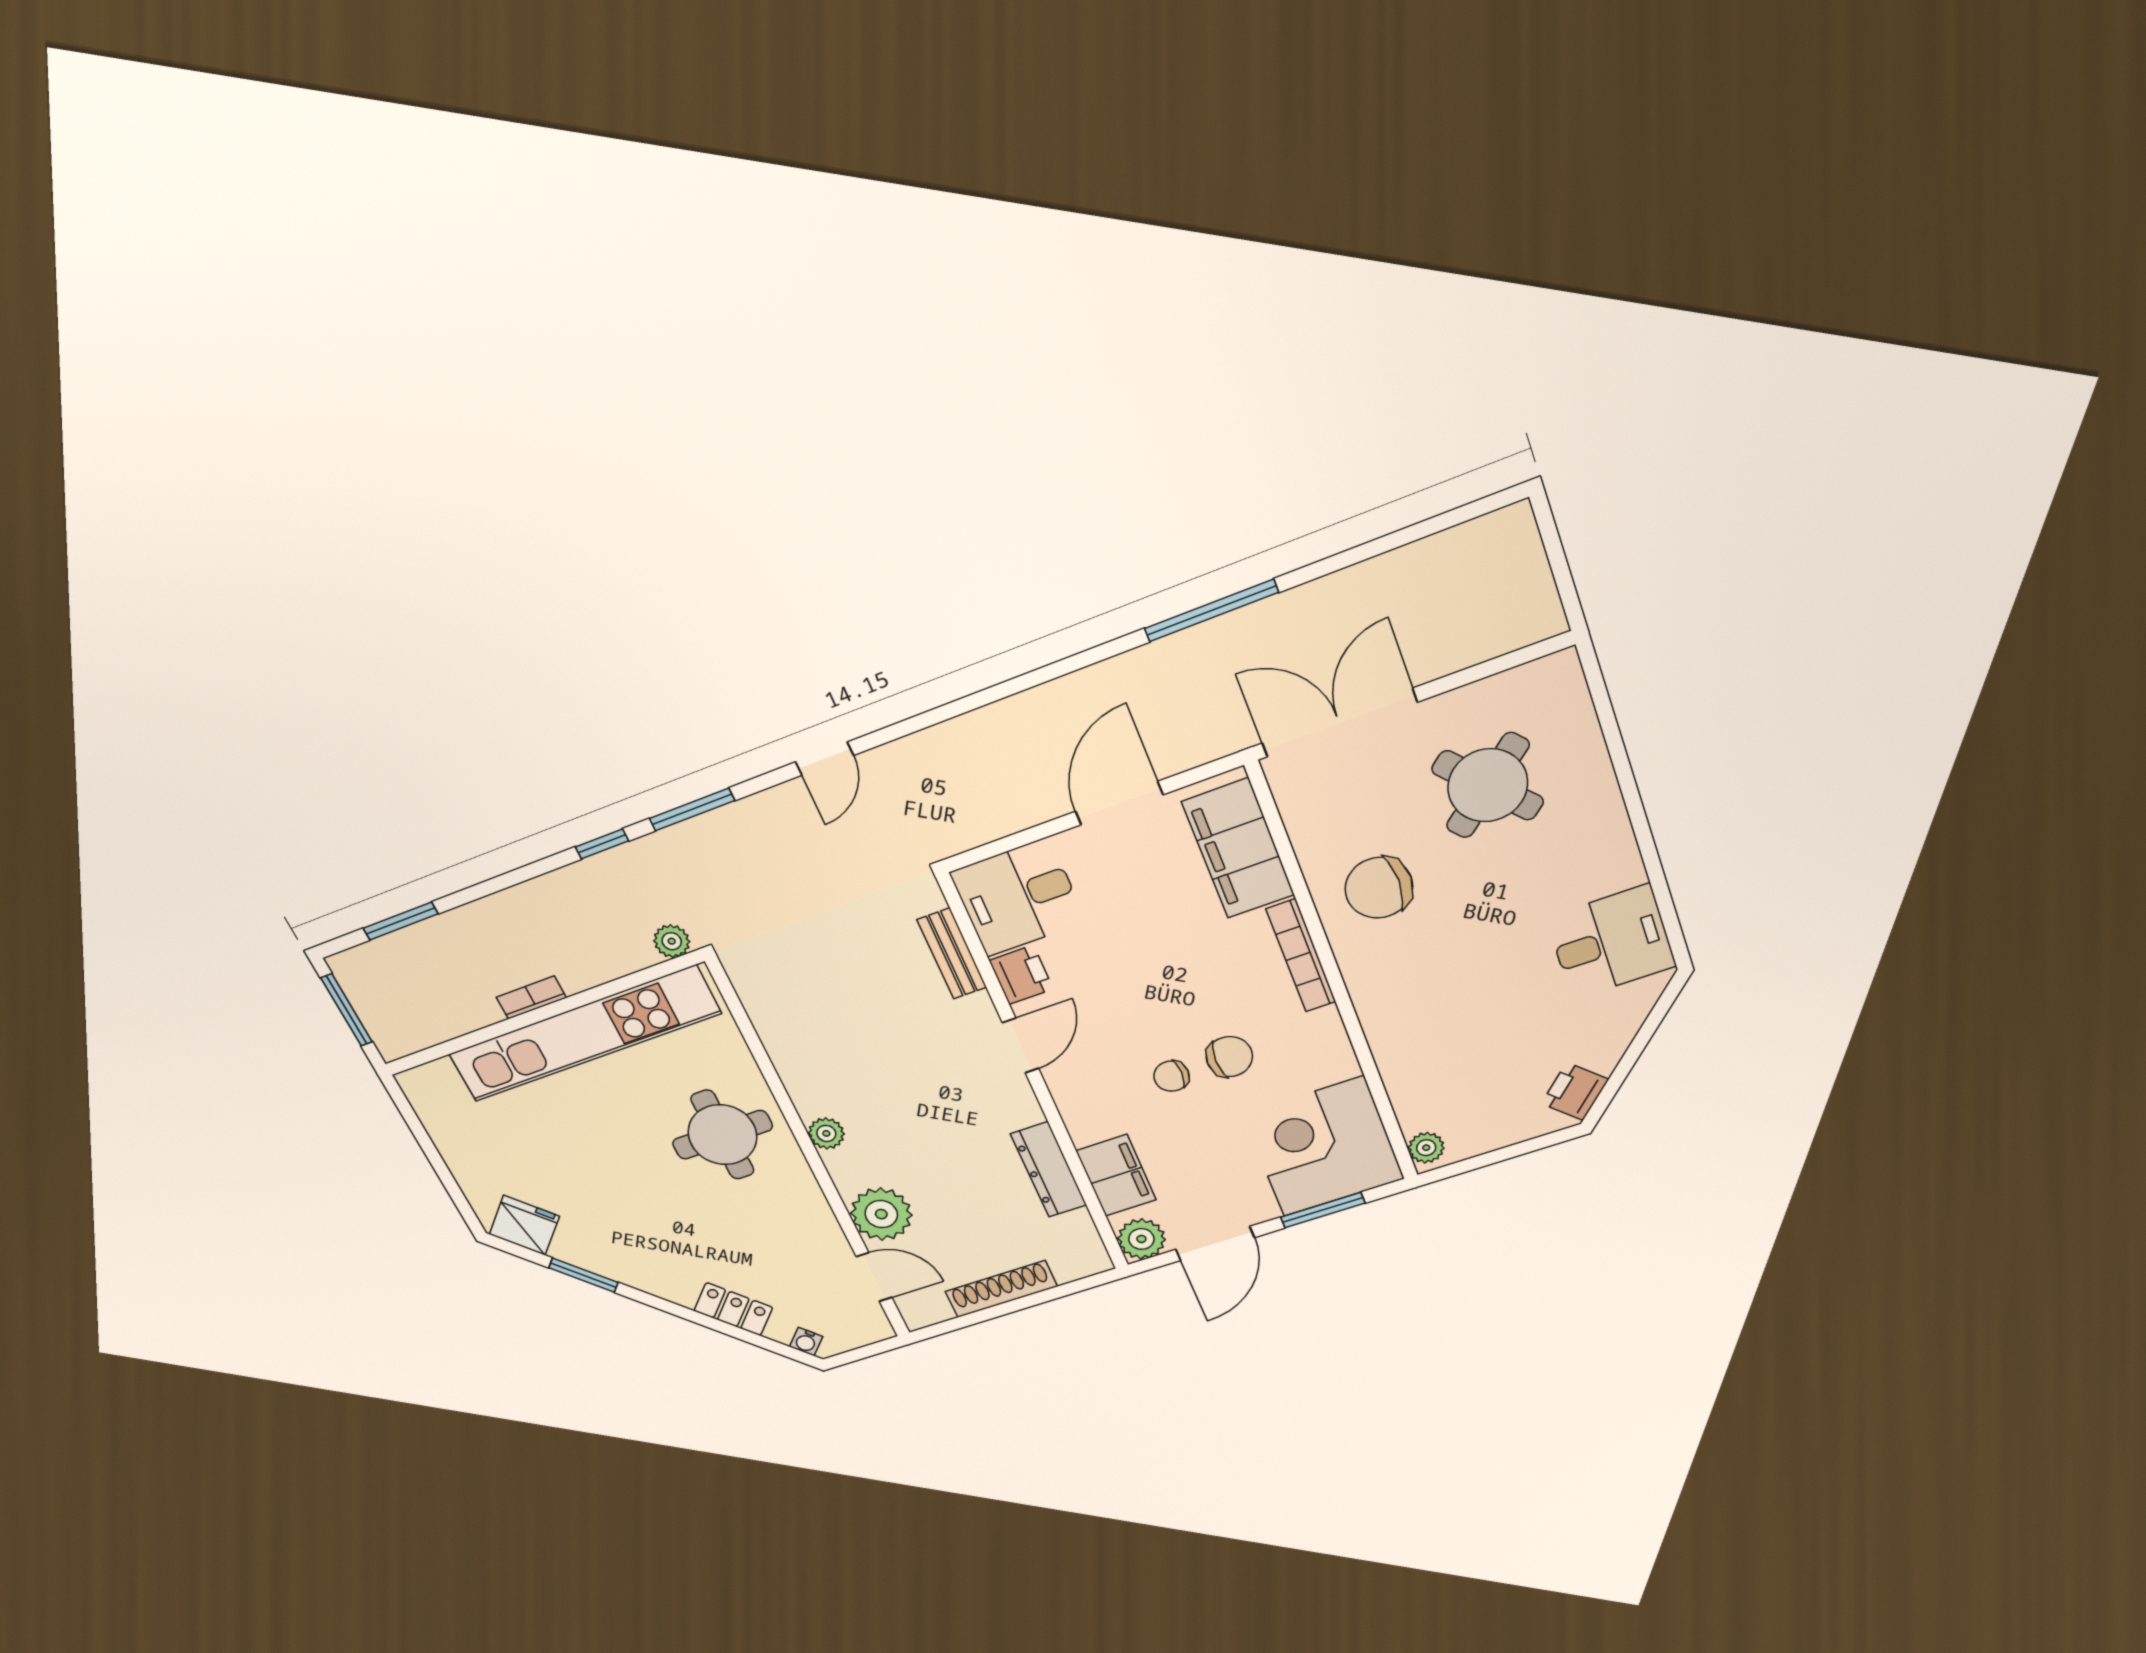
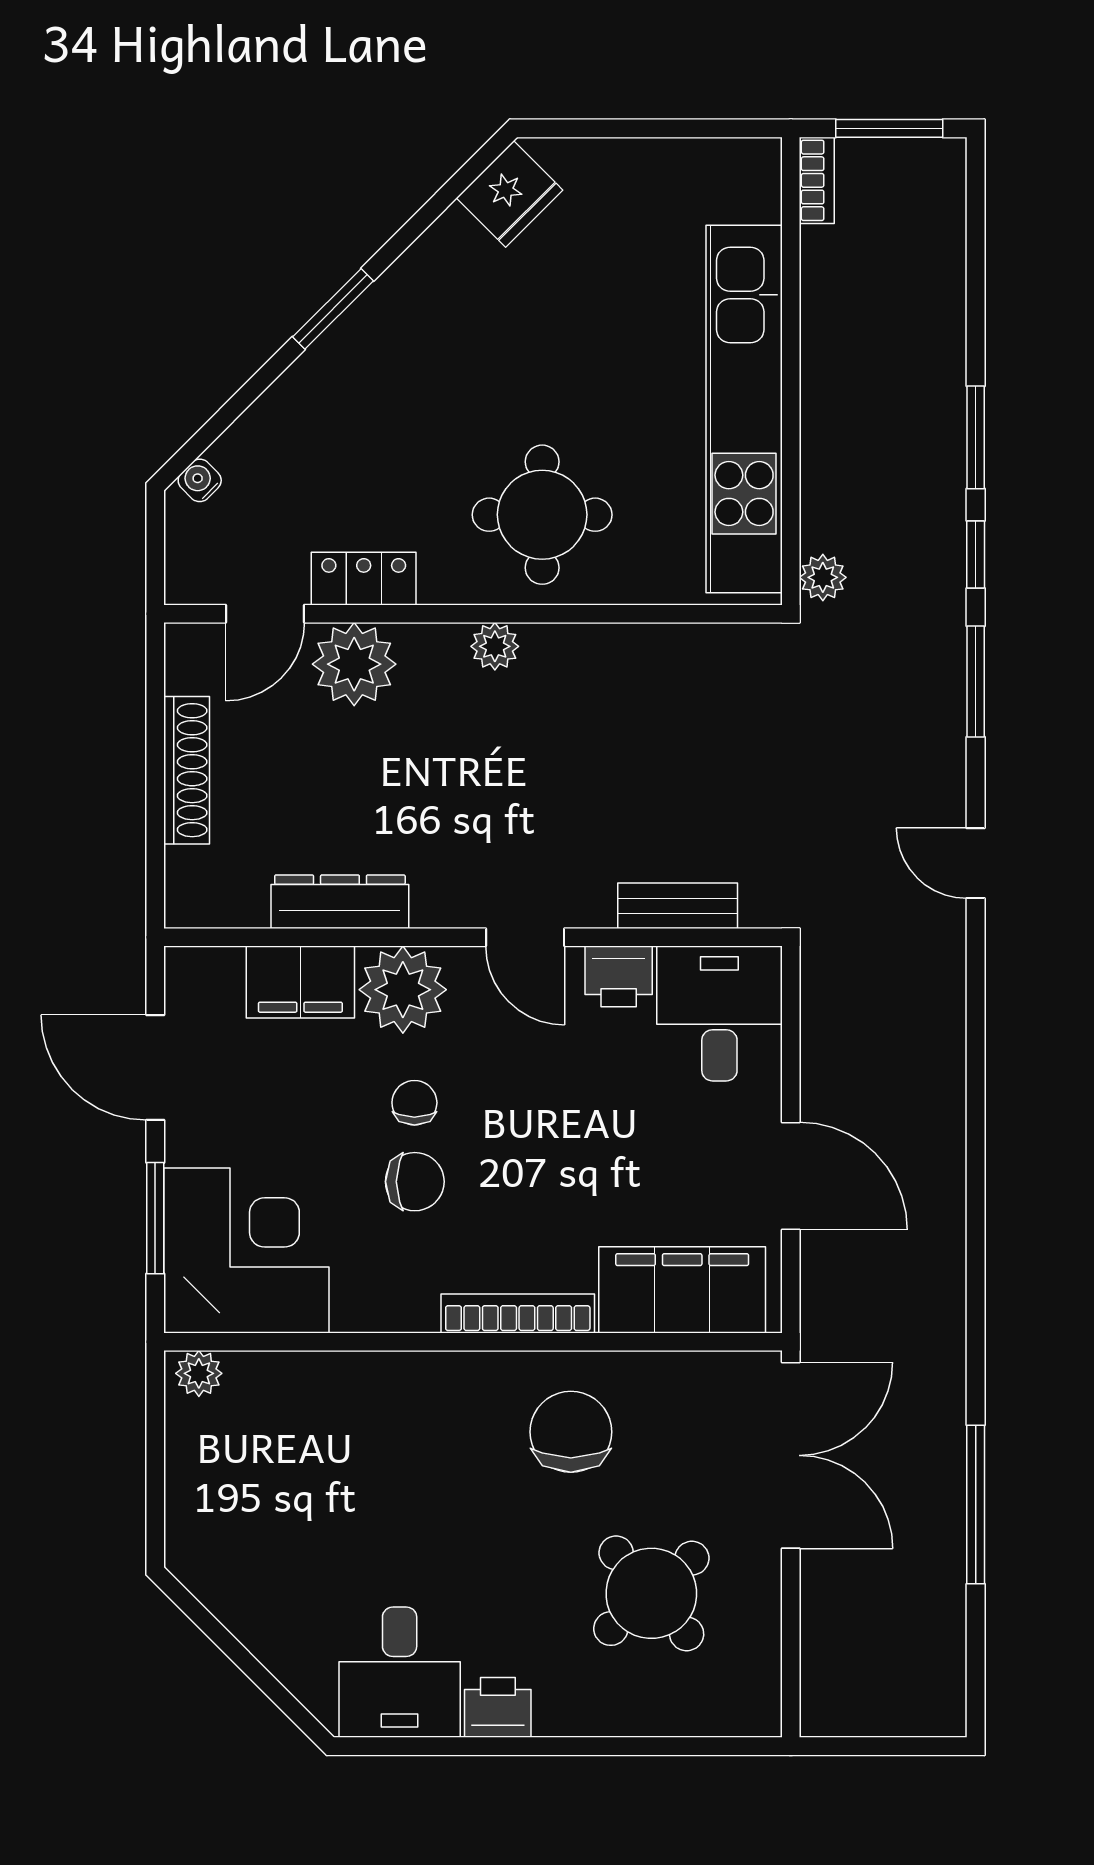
window: (1211, 610) -> (976, 1504), moved
window: (401, 921) -> (976, 437), moved
bookcase: (531, 998) -> (817, 180), moved
chair: (1229, 1057) -> (415, 1182), turned -90
printer: (1575, 1091) -> (498, 1707), moved, turned -45
plant: (1141, 1239) -> (403, 990), moved, width x1.36, depth x1.36
window: (584, 1275) -> (333, 309), moved
locker: (733, 1309) -> (364, 579), moved, turned -135

